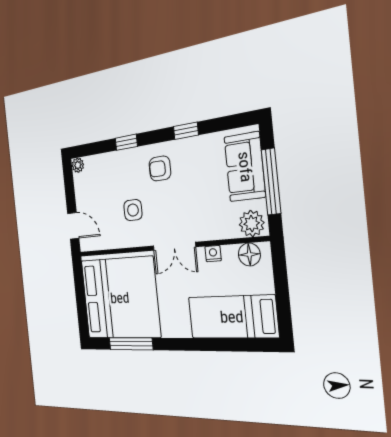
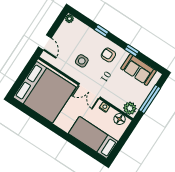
sofa: (245, 167) -> (139, 70), moved, turned -90
window: (131, 344) -> (34, 115), removed

